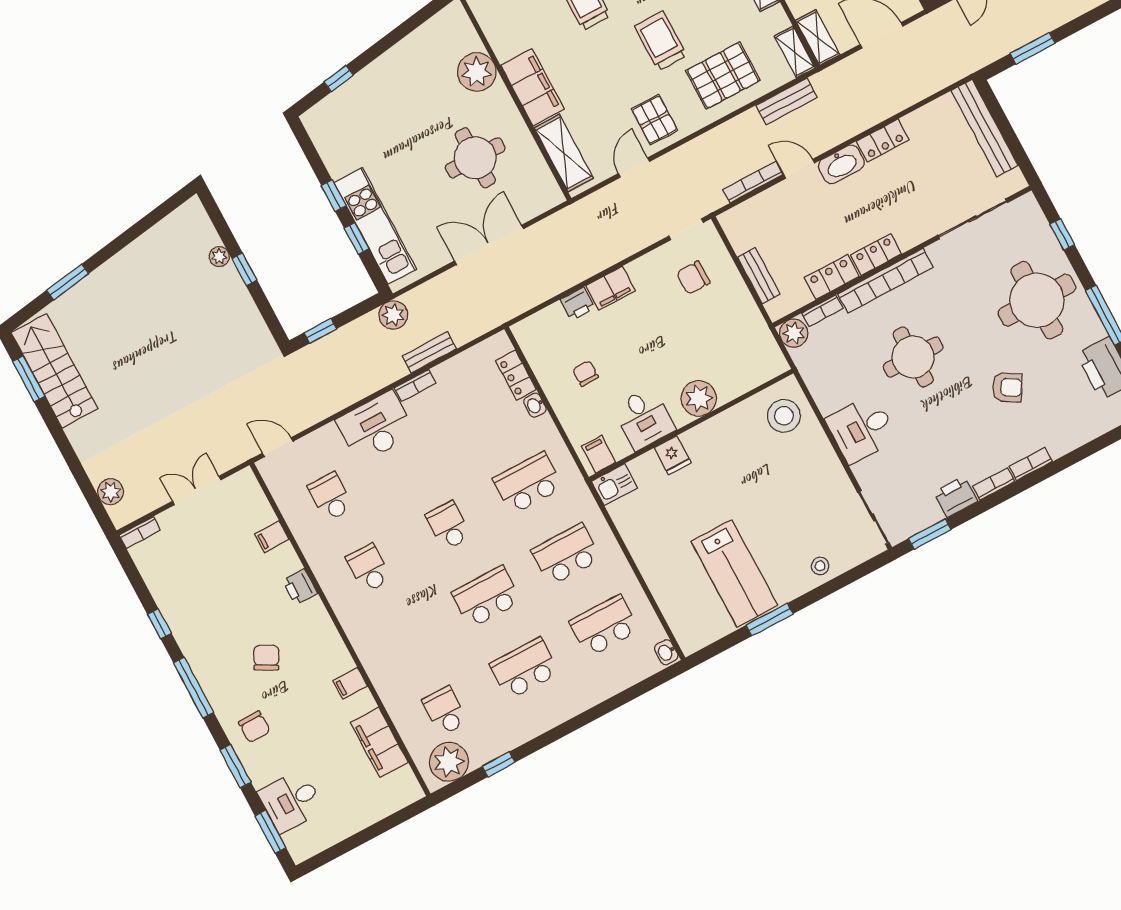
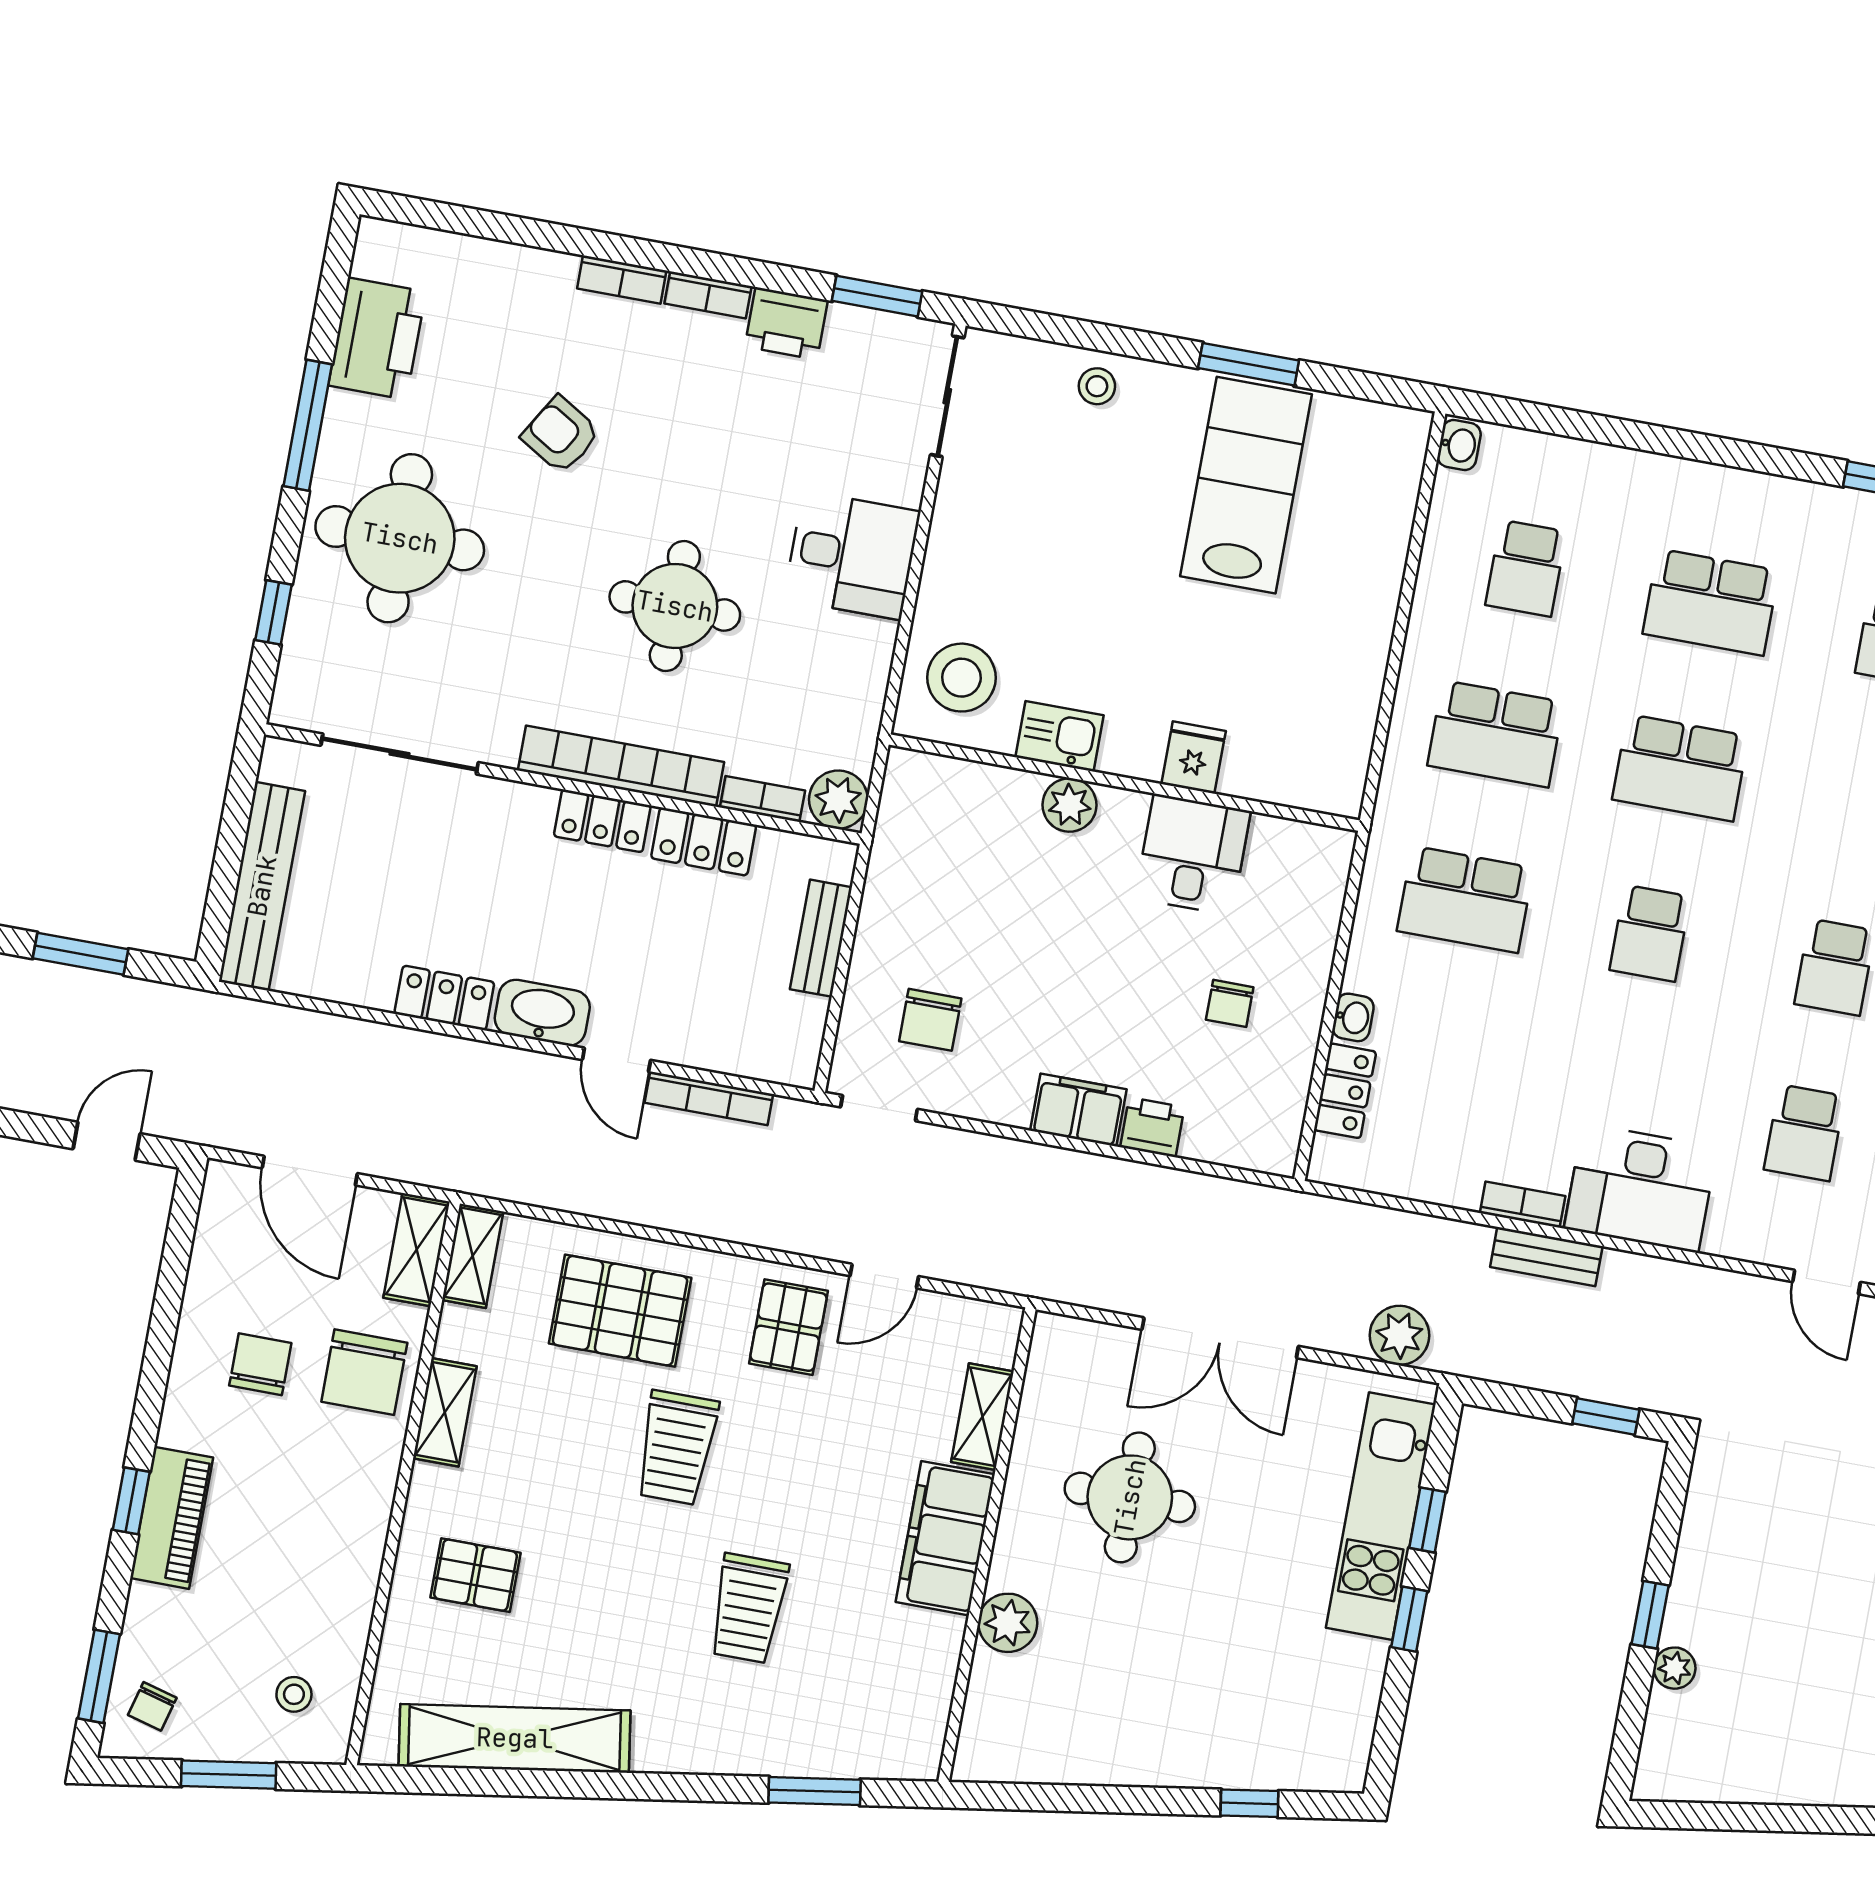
plant: (477, 72) -> (1008, 1623), width x0.73, depth x0.73
bench: (787, 101) -> (550, 1186), removed
shelving: (564, 153) -> (982, 1417), width x0.67, depth x0.75
chair: (693, 278) -> (930, 1020), turned 90
plant: (393, 315) -> (1399, 1335), moved
bench: (429, 352) -> (1546, 1257), moved
plant: (699, 398) -> (1069, 805), width x0.73, depth x0.73
filing cabinet: (599, 454) -> (1313, 855), removed
kitchen sink: (614, 485) -> (1059, 736), moved
school desk: (604, 626) -> (1526, 568), width x0.54

